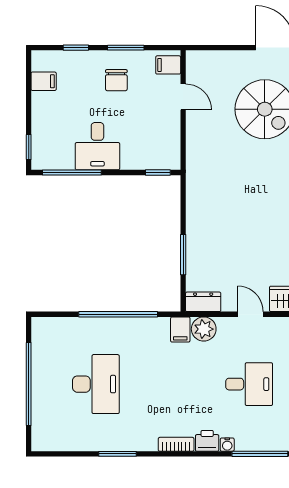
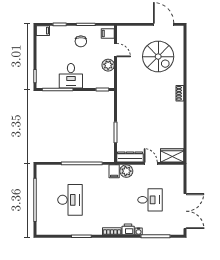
filing cabinet: (44, 81) -> (43, 31), moved
plant: (169, 126) -> (108, 65), added
dresser: (203, 302) -> (130, 157), width x1.44

